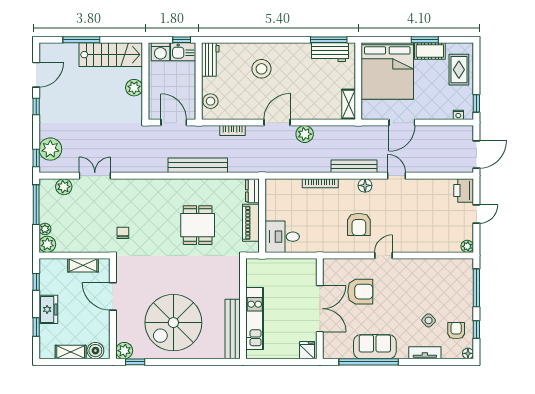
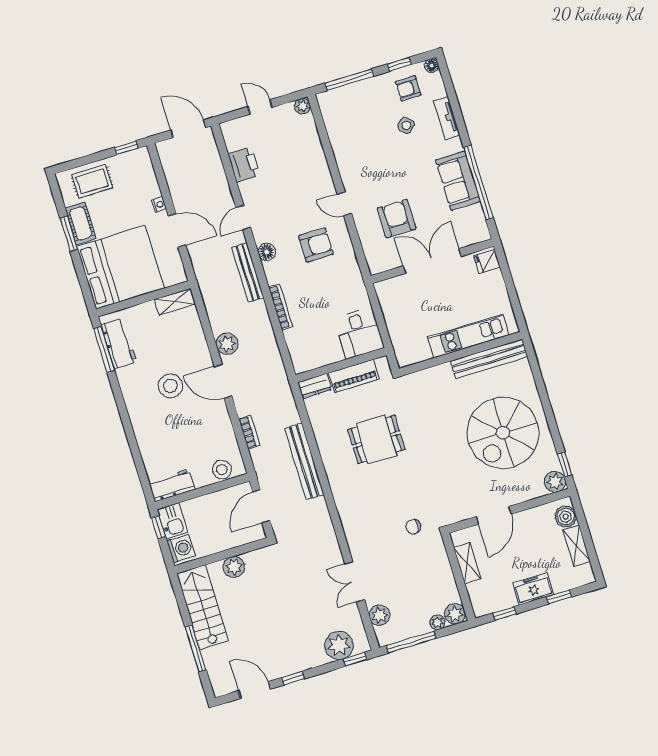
stool: (261, 69) -> (170, 386), moved
nightstand: (458, 115) -> (159, 204), moved
printer: (464, 190) -> (244, 165), moved, turned -90
spiral stairs: (173, 323) -> (503, 433), turned 90

